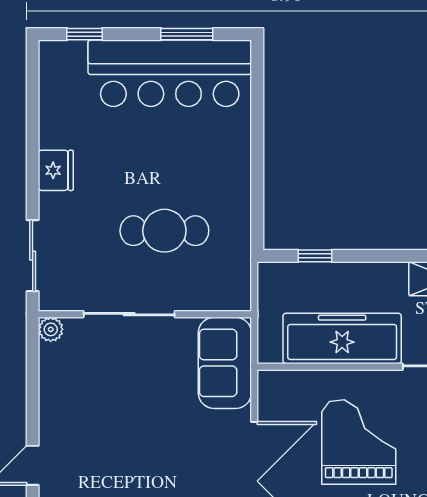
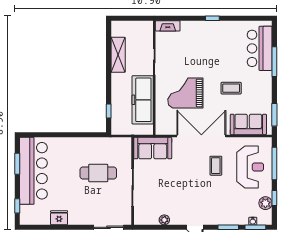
fridge: (56, 170) -> (59, 218), moved
cafe table: (164, 231) -> (98, 173), turned 90
plant: (51, 329) -> (164, 220), moved

